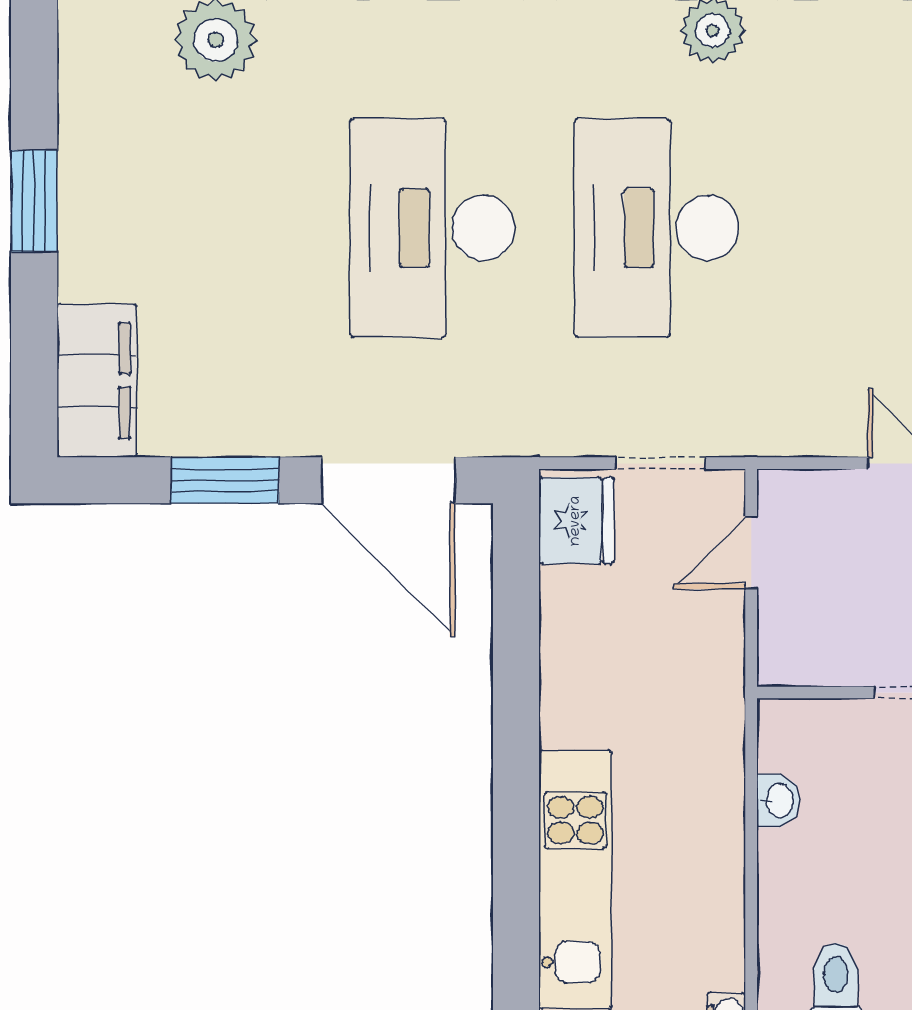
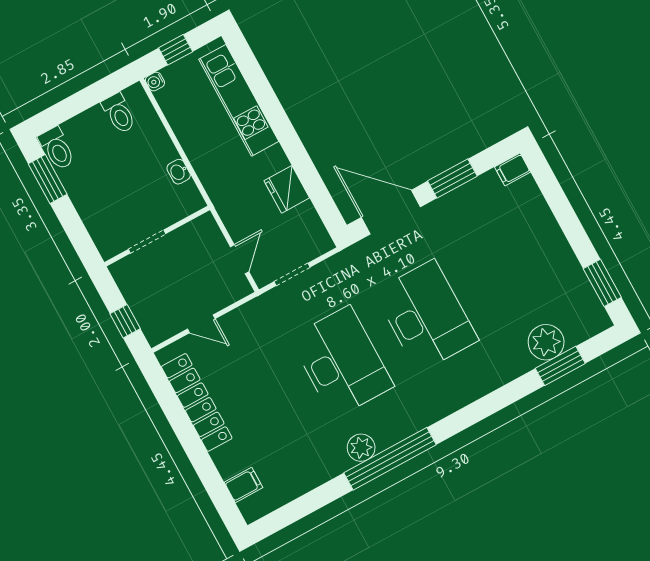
window: (34, 201) -> (602, 283), moved
filing cabinet: (97, 381) -> (513, 169), width x0.33, depth x0.86
fridge: (576, 521) -> (287, 189), moved

